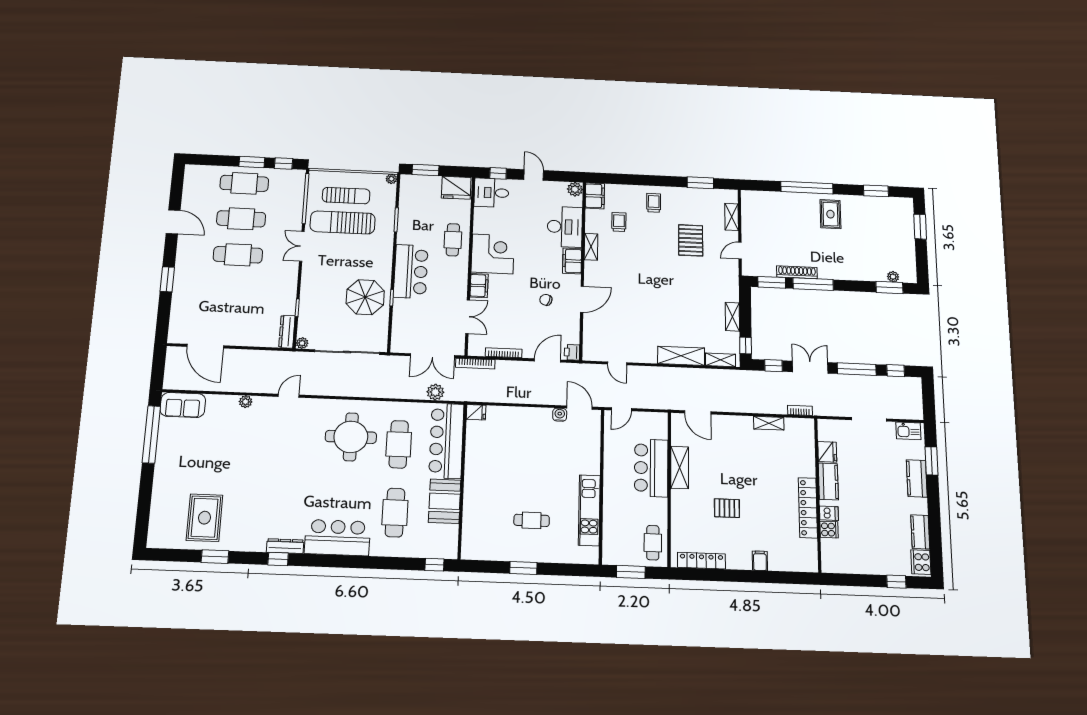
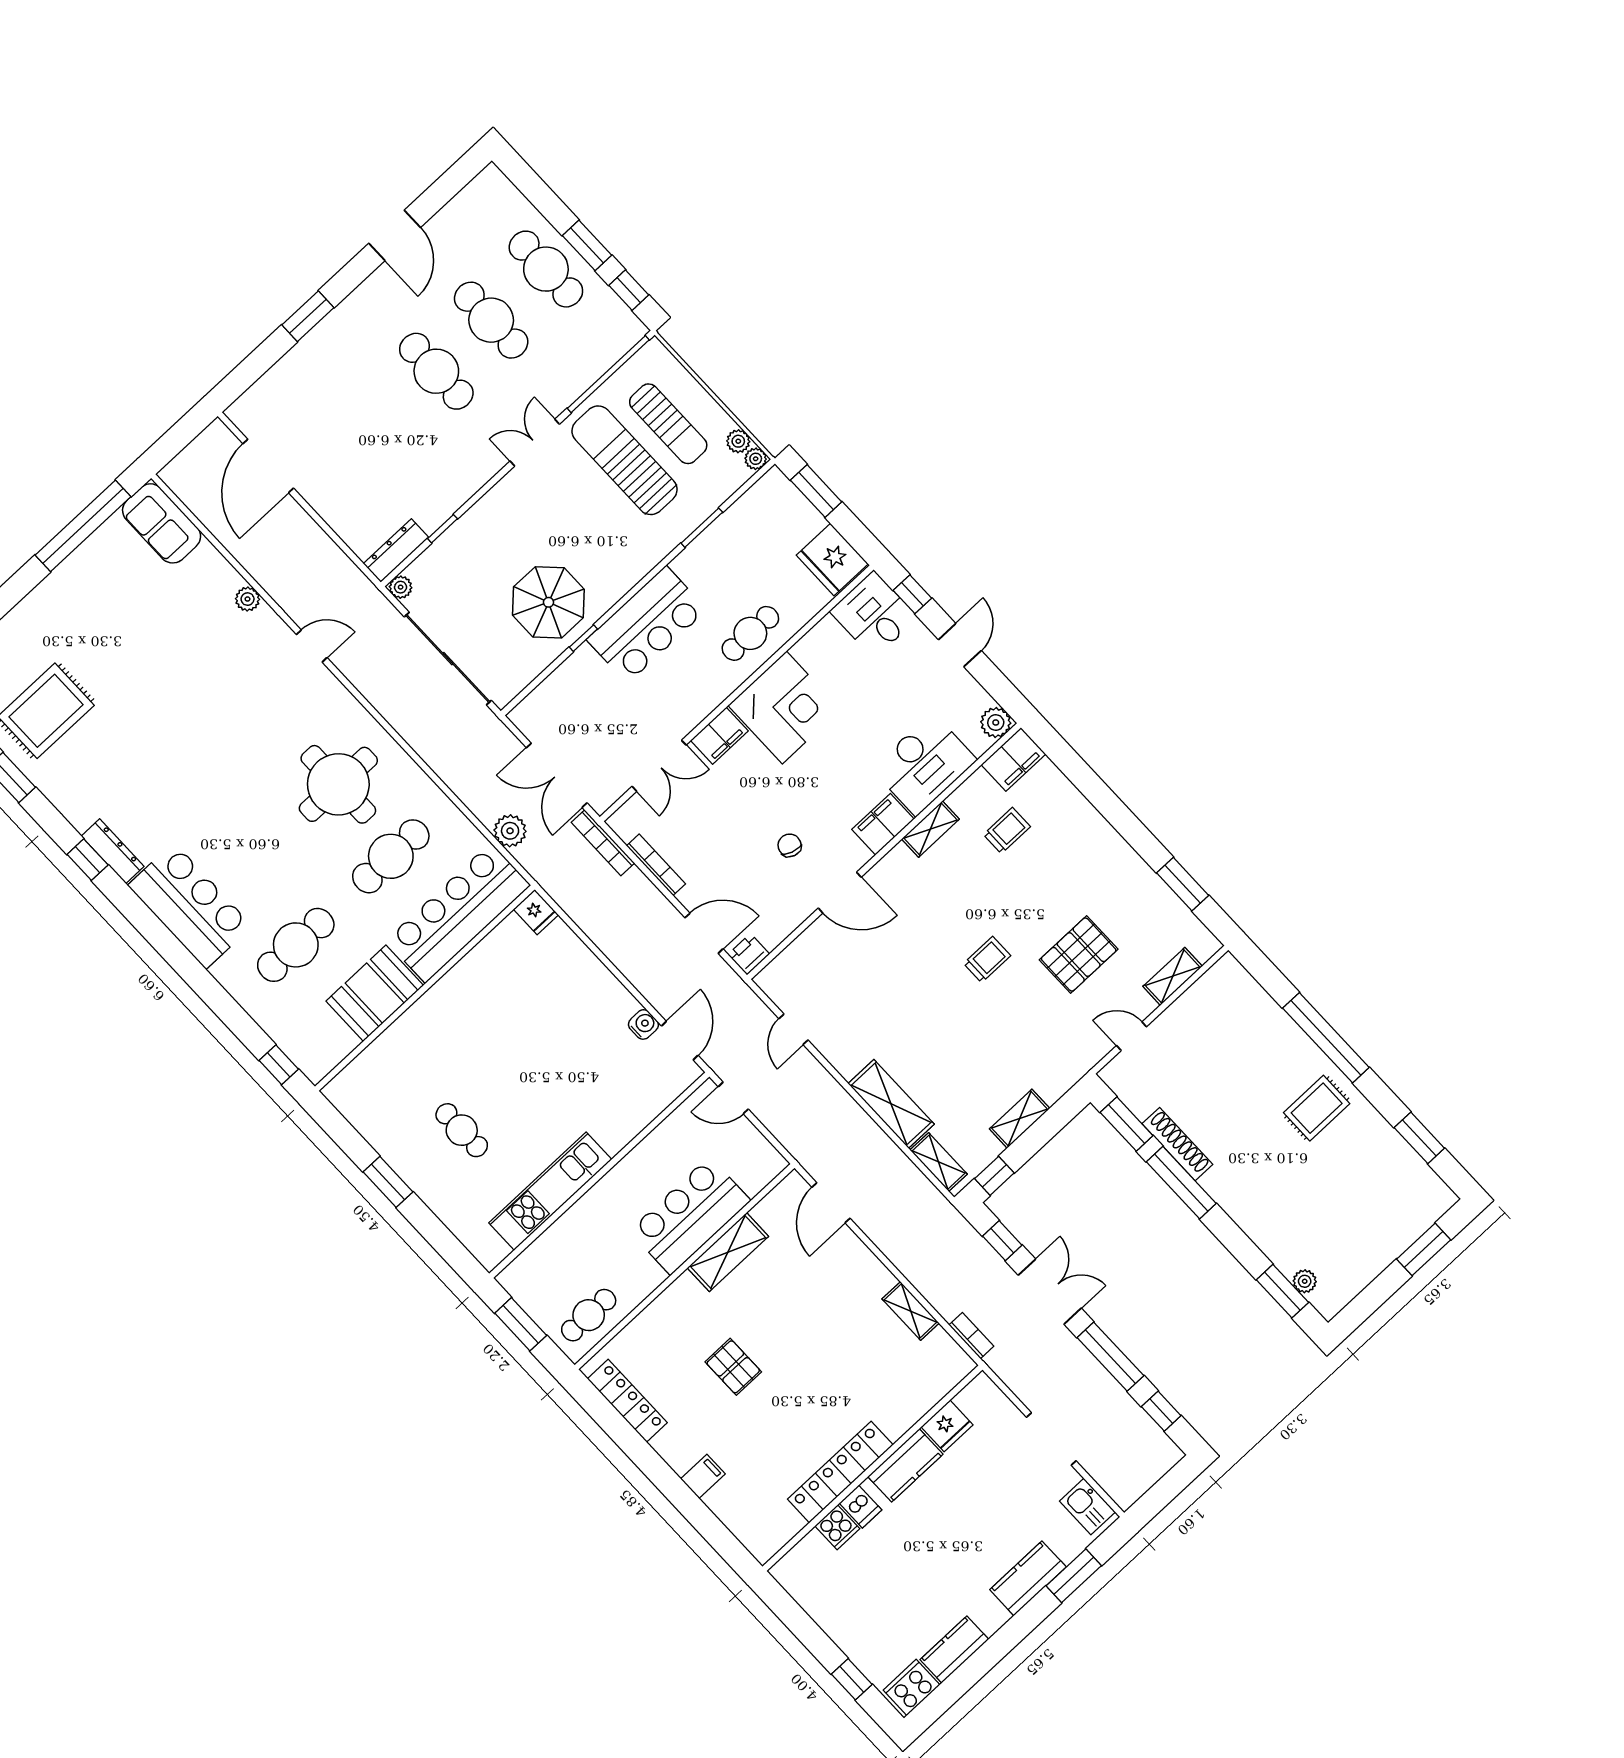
plant: (379, 179) -> (738, 441), added
trolley: (654, 203) -> (987, 960), moved

